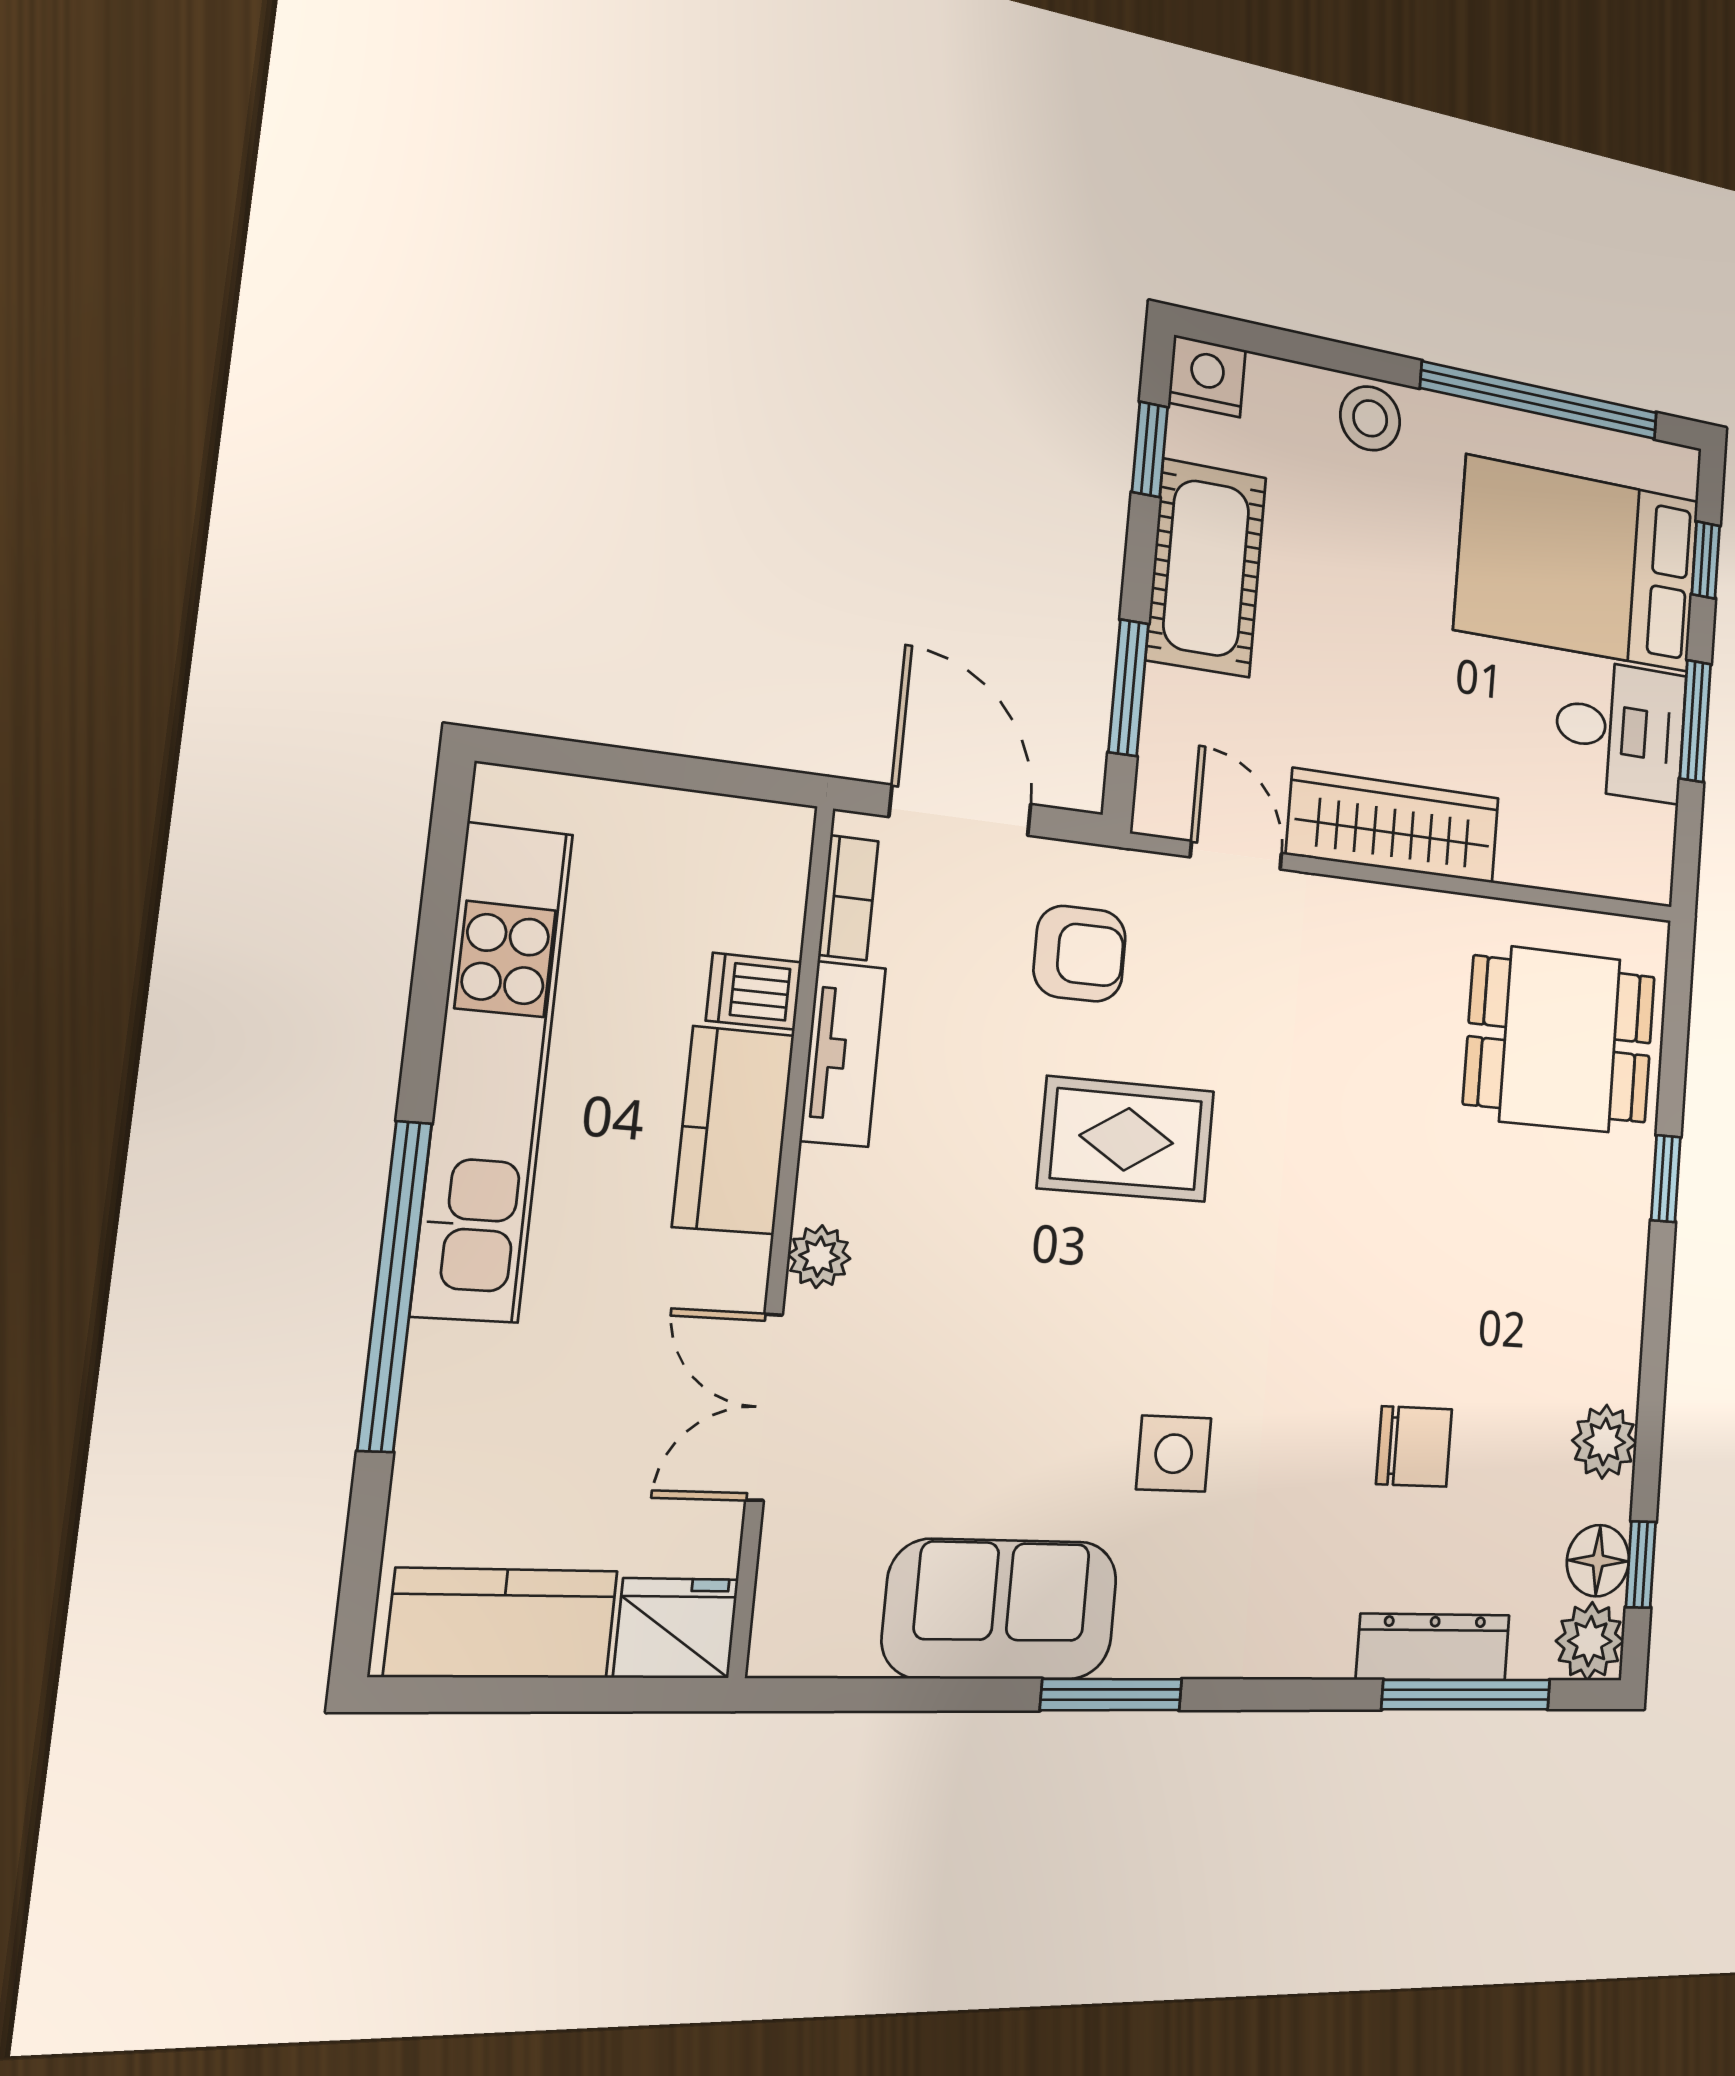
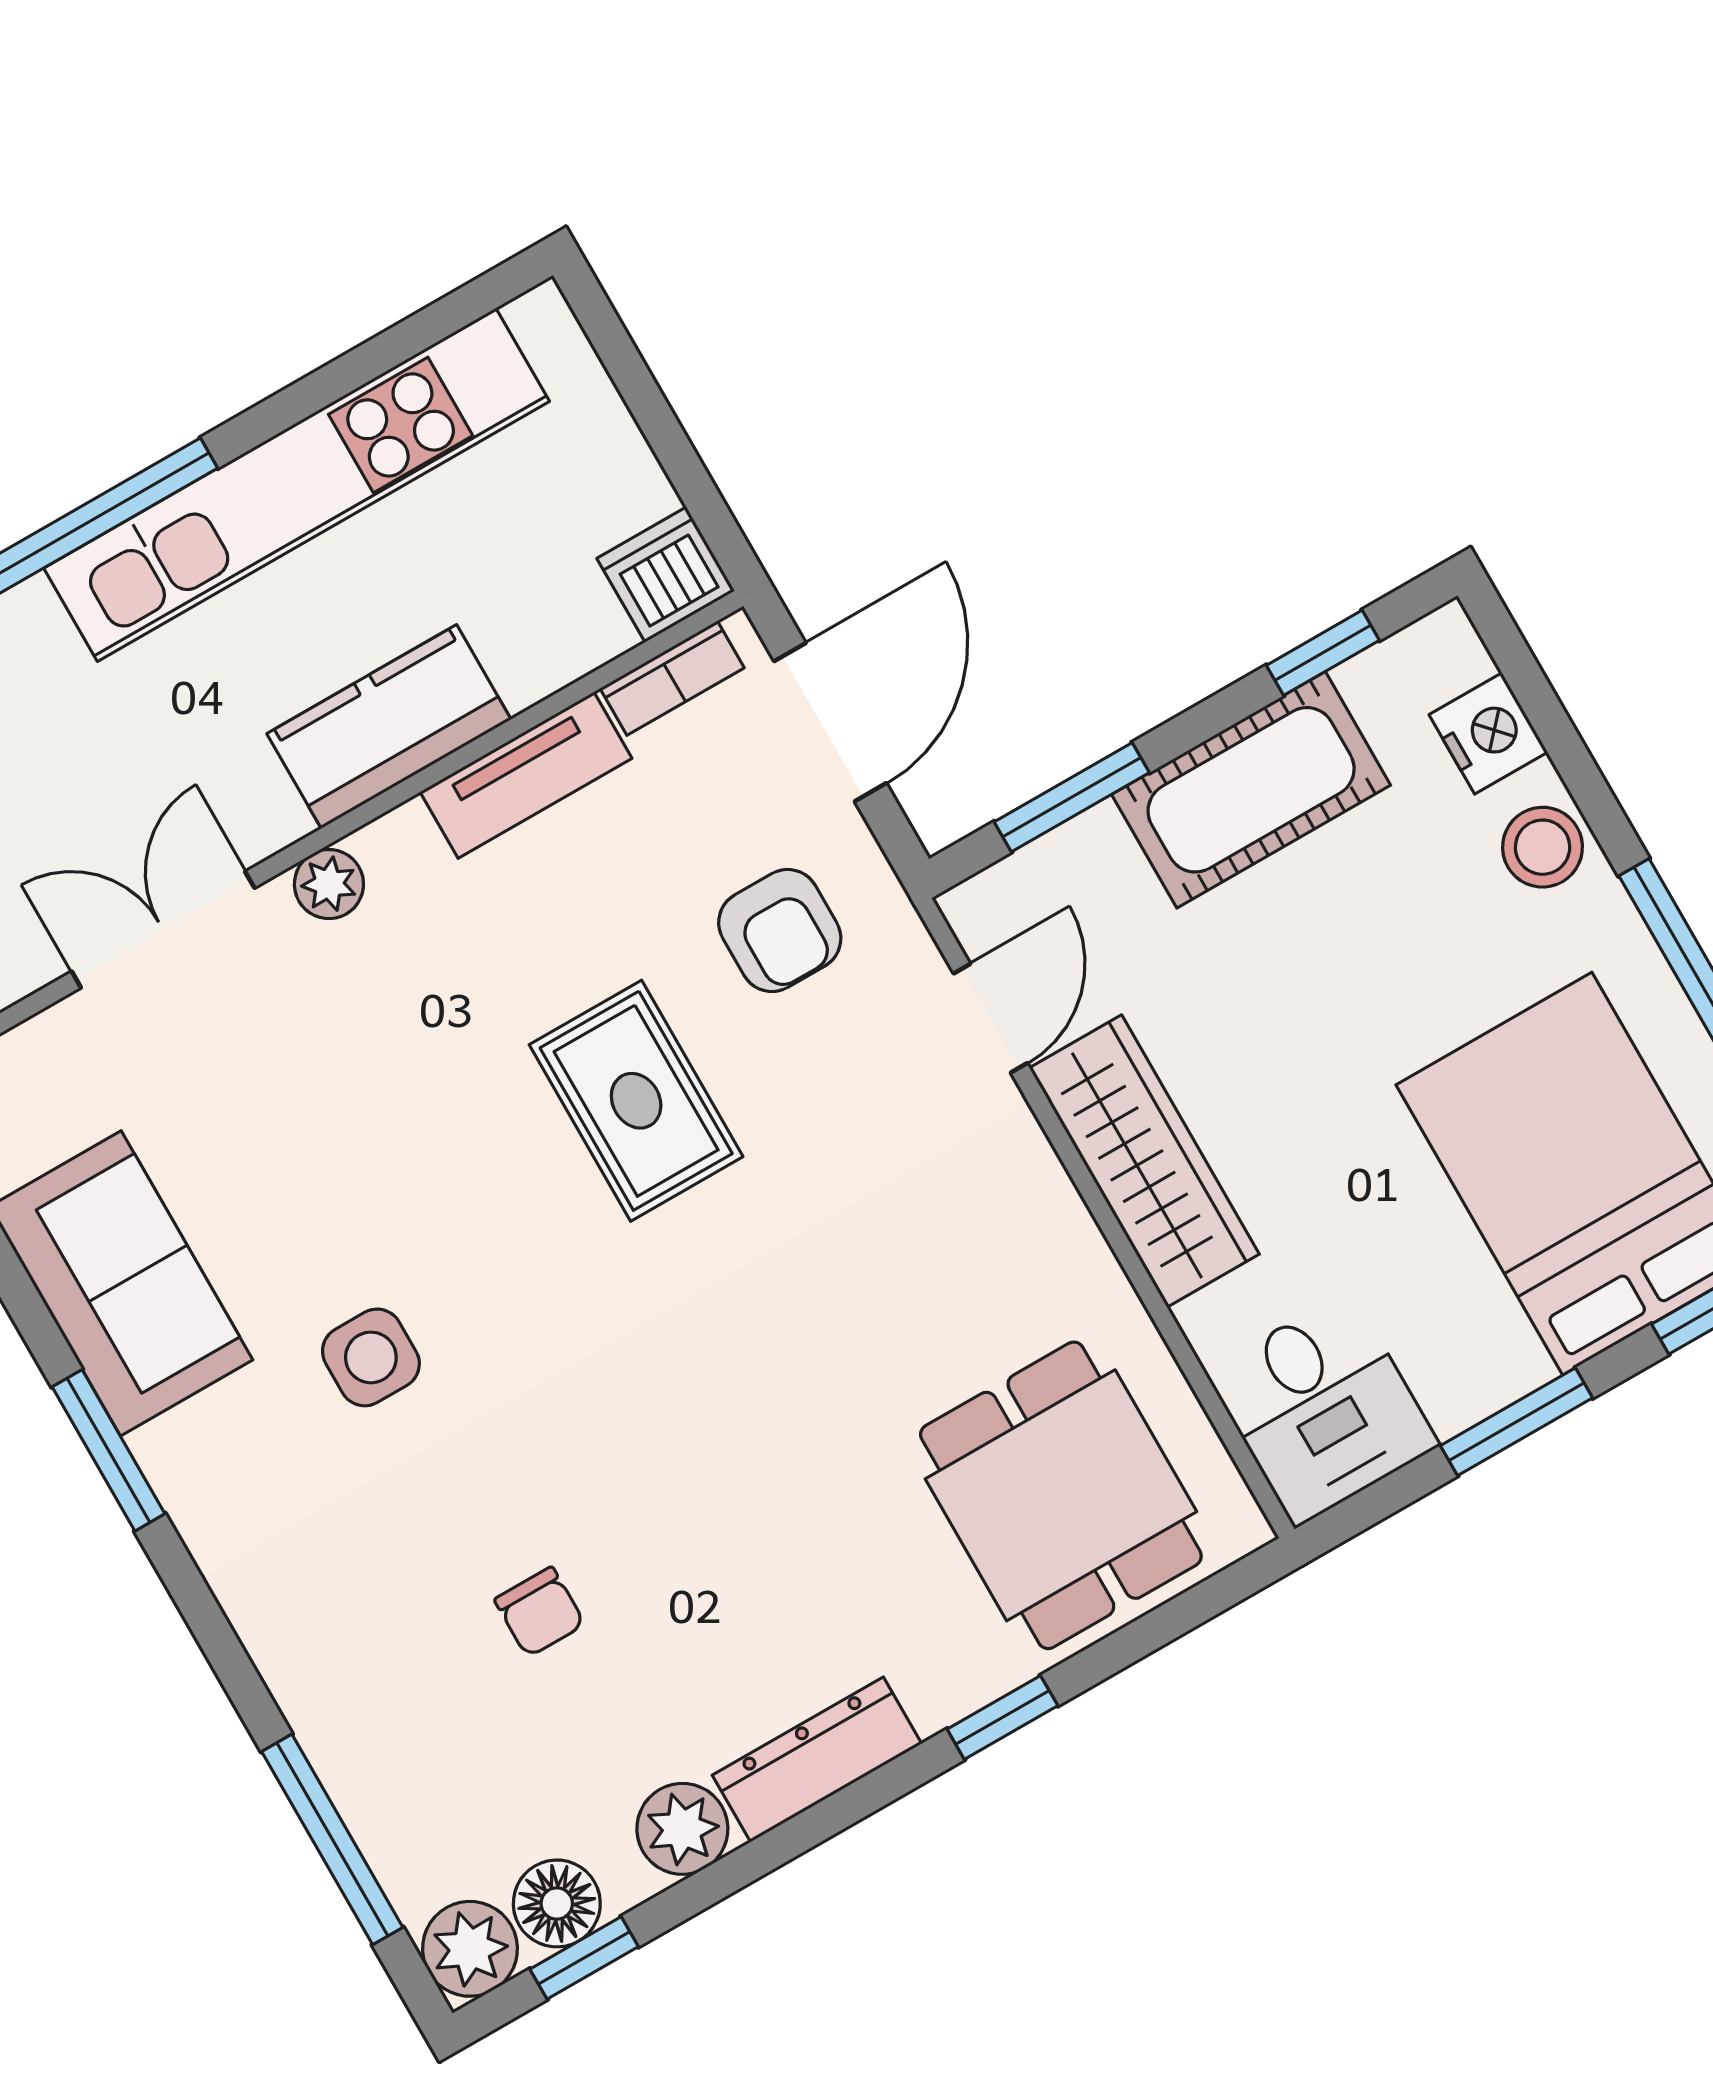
nightstand: (1207, 376) -> (1488, 733), moved
desk: (1620, 730) -> (1322, 1409), moved
dishwasher: (754, 991) -> (666, 575), moved, width x1.38
chair: (1414, 1447) -> (540, 1612), width x0.73, depth x0.73
dresser: (1433, 1647) -> (817, 1759), moved, turned -90

